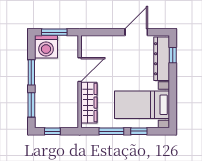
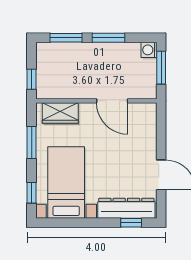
washing machine: (46, 47) -> (149, 50), width x0.53, depth x0.53
wardrobe: (89, 103) -> (60, 113), width x0.67
window: (52, 131) -> (32, 79), moved
window: (139, 131) -> (32, 193), moved

